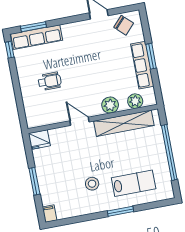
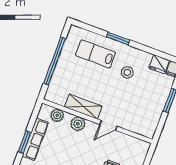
door: (79, 121) -> (108, 125), hinge flipped
shelving: (124, 123) -> (83, 107), width x0.68
fridge: (39, 140) -> (159, 64), moved, turned 180

